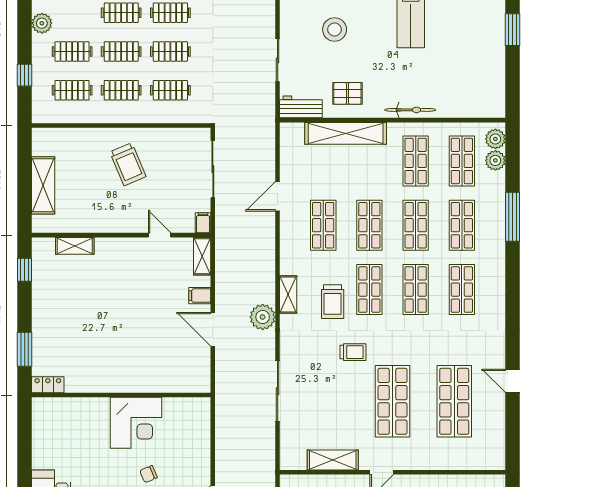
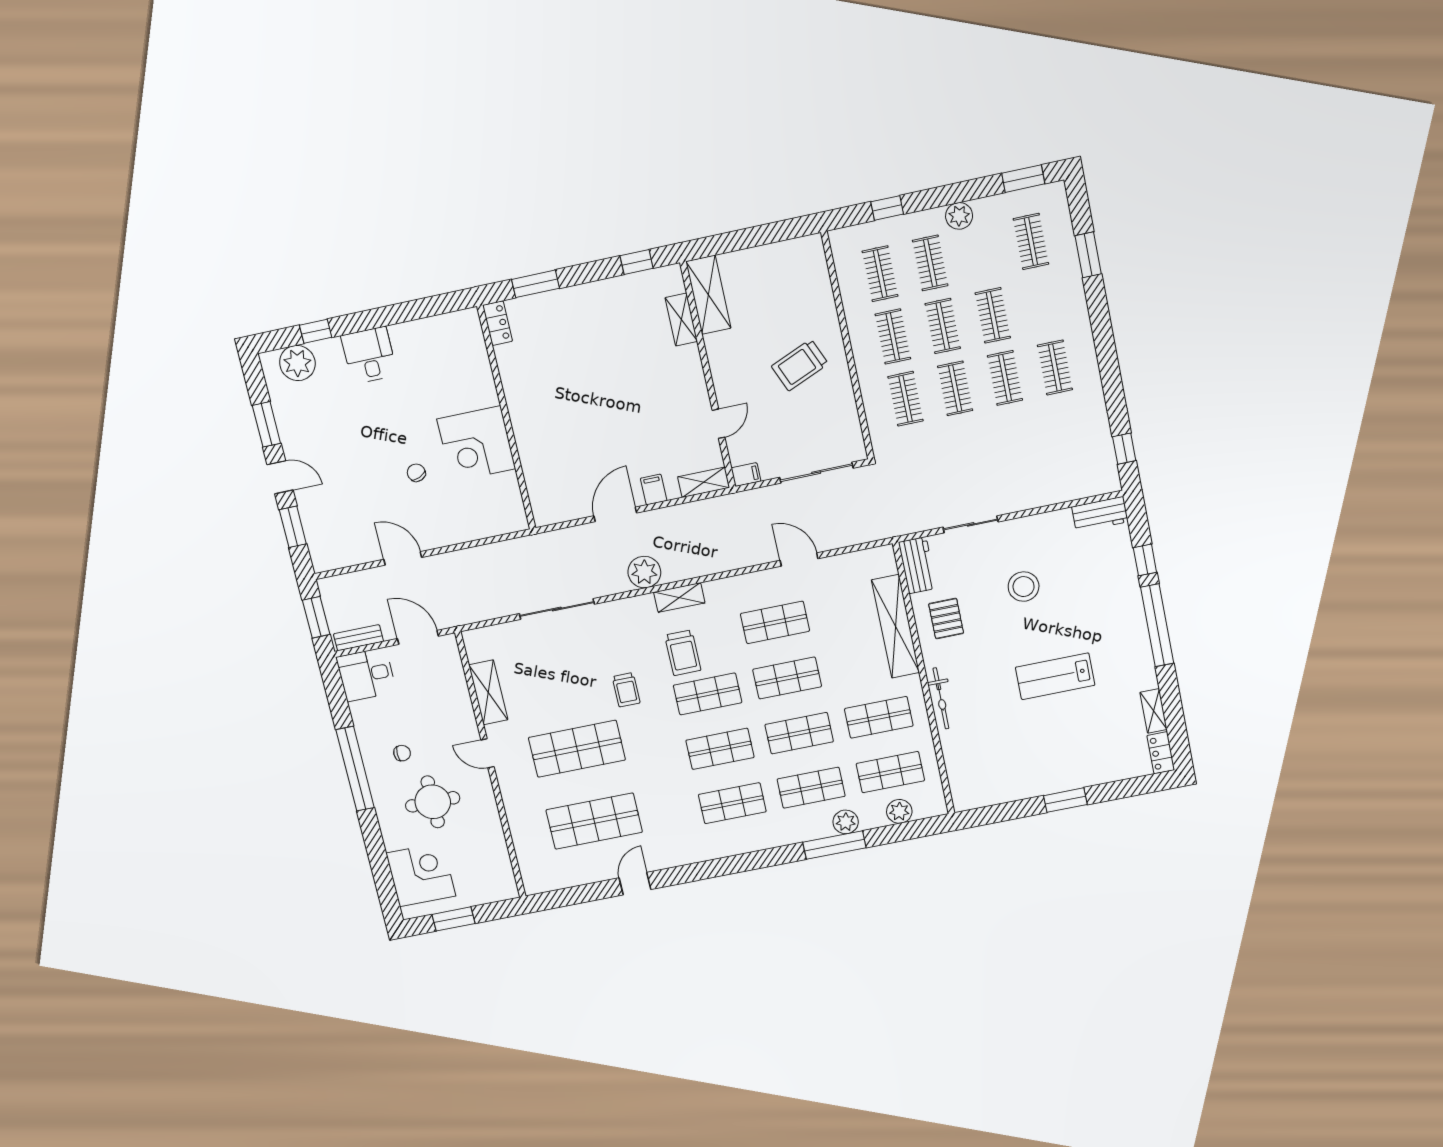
plant: (495, 139) -> (846, 822), moved
shelving: (43, 185) -> (708, 295), moved, turned 90
trolley: (333, 302) -> (683, 653), turned -90

